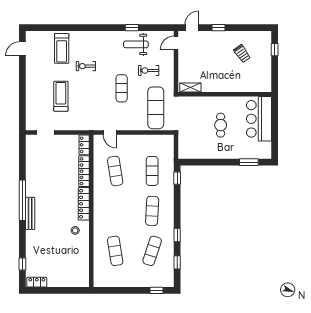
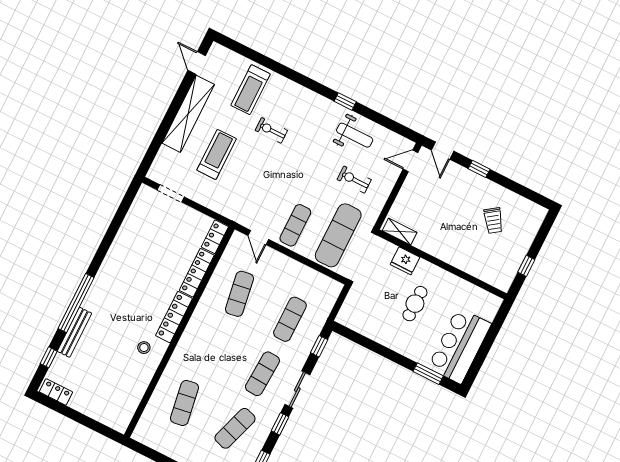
window: (132, 28) -> (345, 102), moved
door: (192, 28) -> (443, 151), swing flipped
weight bench: (136, 44) -> (355, 135), turned 180
door: (22, 49) -> (197, 63), hinge flipped
window: (275, 50) -> (526, 266), moved
shelving: (32, 81) -> (188, 114), added
exercise mat: (122, 88) -> (295, 225), moved
fridge: (202, 103) -> (405, 261), added
bar counter: (259, 119) -> (459, 346), moved
window: (22, 200) -> (76, 303), moved
sliding door: (177, 210) -> (297, 390), added
bench: (30, 213) -> (75, 332), moved

